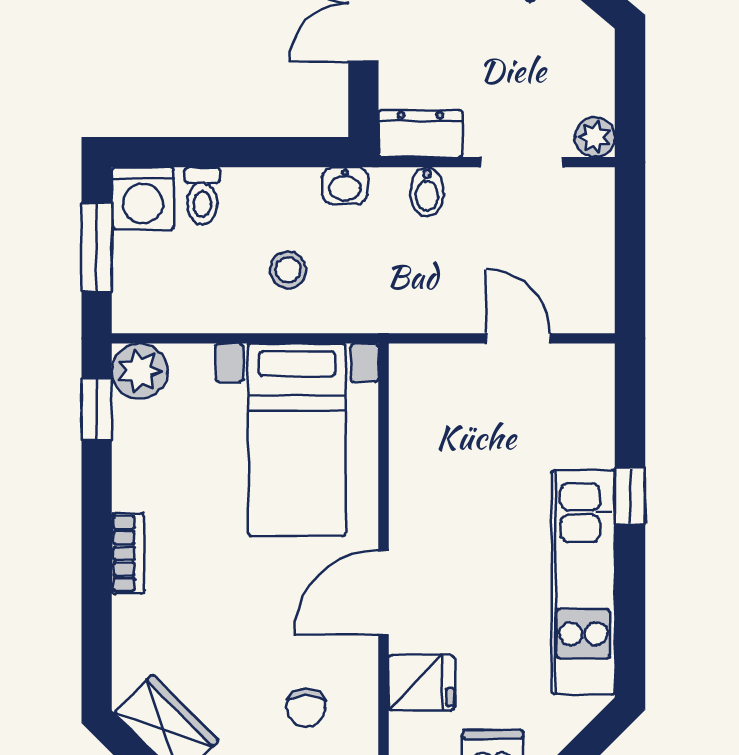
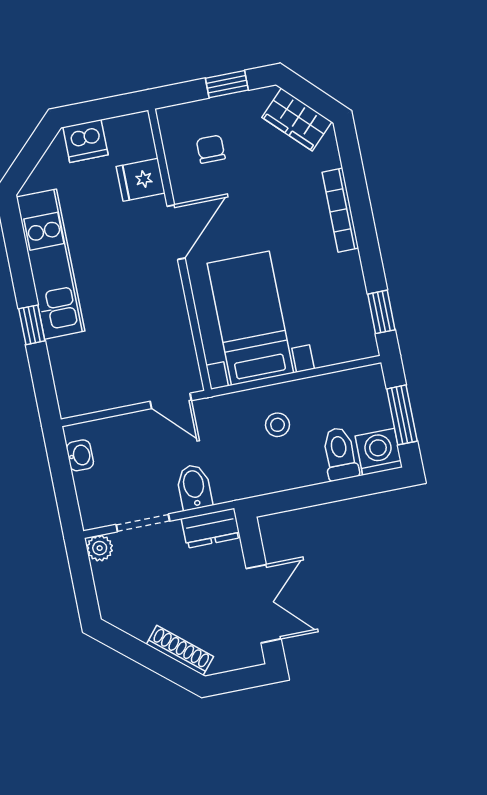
washbasin: (345, 186) -> (80, 455), moved, turned 90
bidet: (427, 192) -> (194, 487), width x1.38, depth x1.36
toilet: (202, 196) -> (340, 454), width x1.37, depth x1.39
door: (518, 338) -> (171, 401), moved
plant: (139, 371) -> (359, 342), removed
bookcase: (128, 553) -> (340, 210), width x1.56

